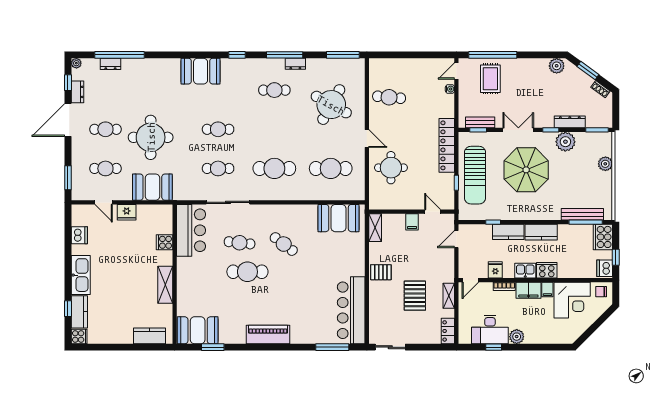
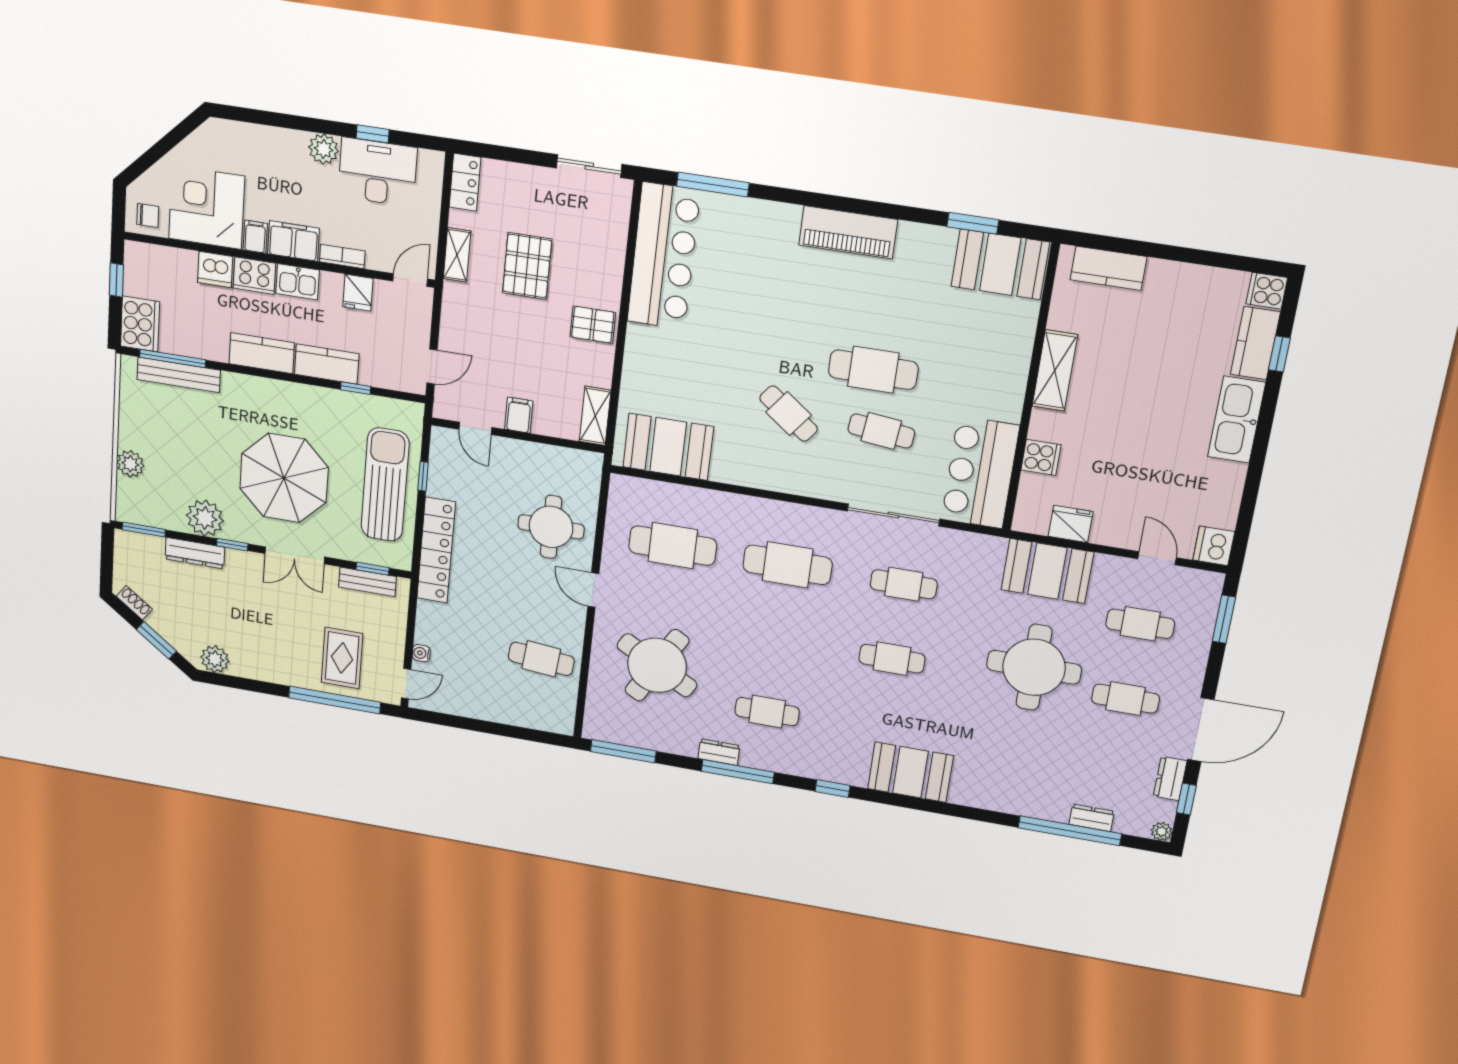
fridge: (127, 212) -> (1071, 524), moved
dishwasher: (79, 235) -> (1214, 546), moved
dishwasher: (605, 268) -> (215, 269), moved, turned 90

